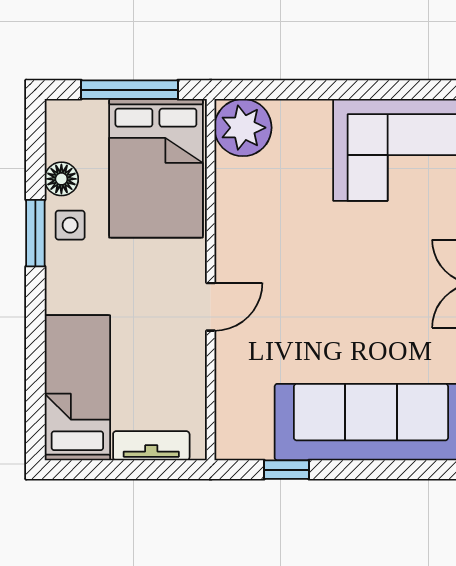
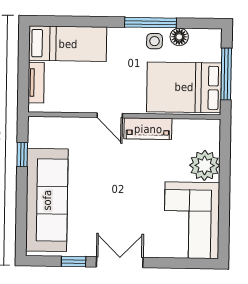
plant: (243, 128) -> (205, 165), moved
window: (35, 233) -> (151, 23), width x1.44
piano: (234, 235) -> (148, 129), added

